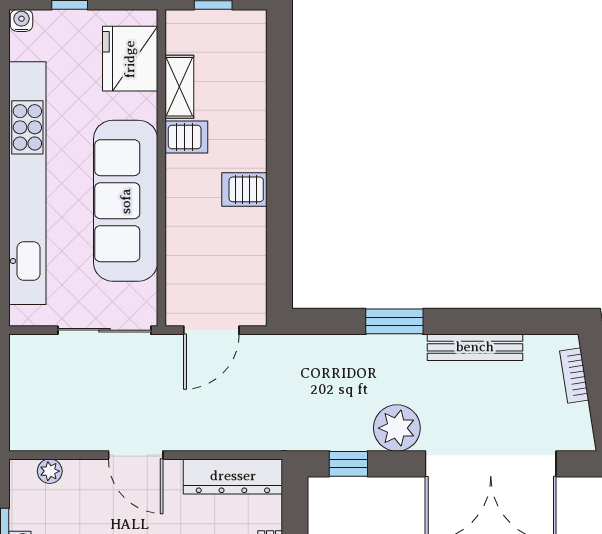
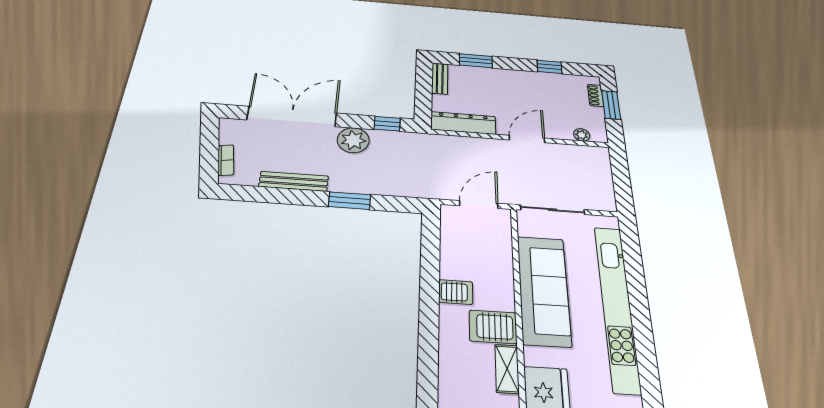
server rack: (186, 137) -> (493, 327), width x1.36, depth x1.44
door: (136, 455) -> (527, 139), hinge flipped

